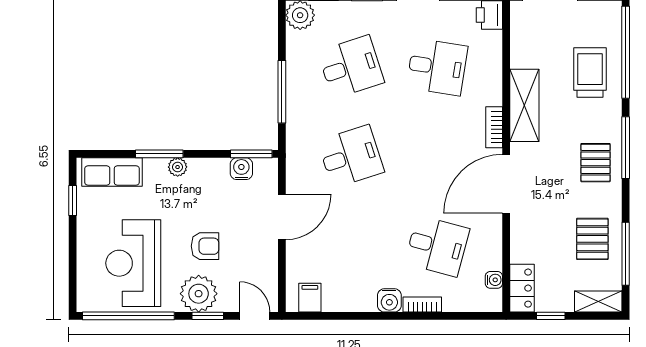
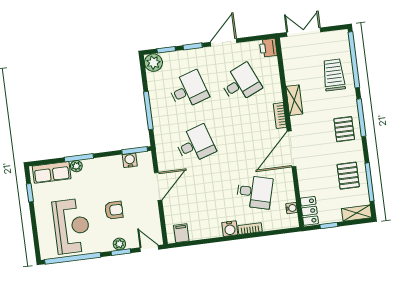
desk: (437, 67) -> (241, 83), turned -33
shelving: (524, 105) -> (294, 100), width x0.67, depth x0.75
plant: (178, 167) -> (76, 166), moved
reception desk: (133, 263) -> (72, 226), turned 180
plant: (199, 294) -> (119, 244), width x0.53, depth x0.53

